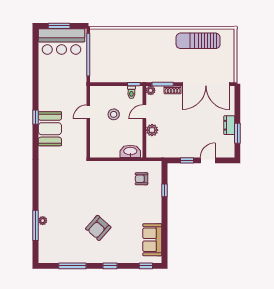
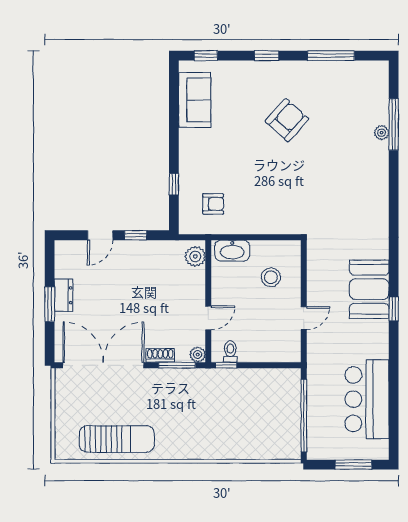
bar counter: (62, 42) -> (367, 399), moved, turned -90
stool: (114, 114) -> (271, 277), moved
plant: (152, 130) -> (195, 256), moved
window: (237, 133) -> (50, 304), moved

